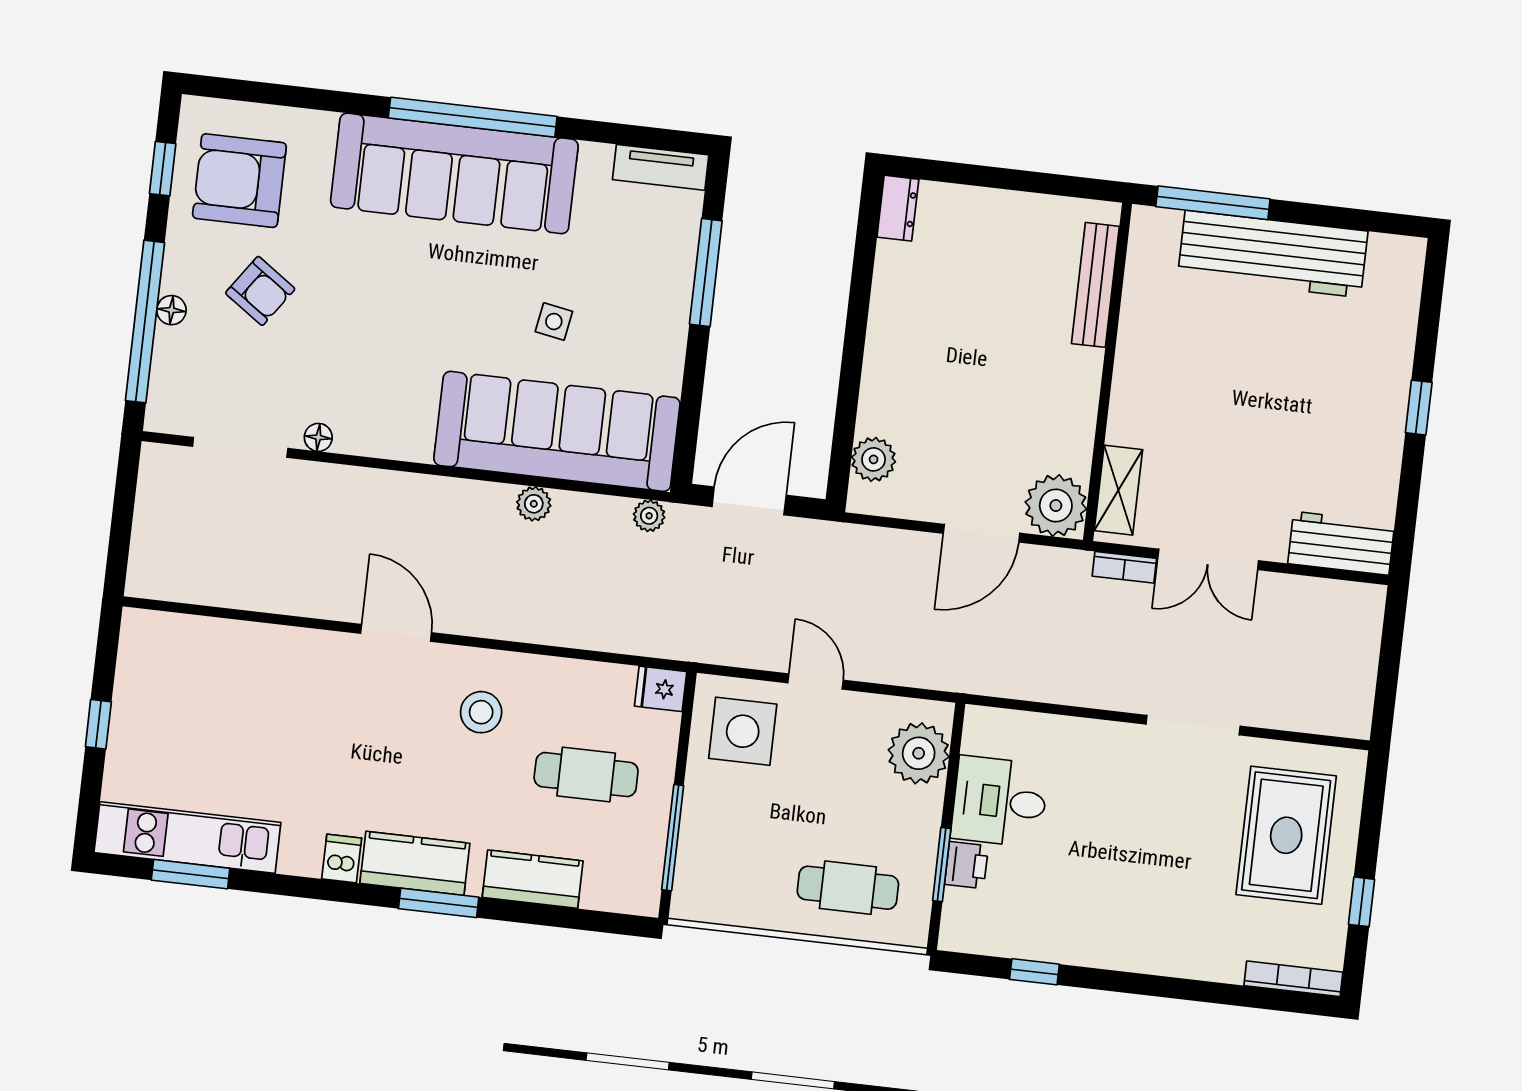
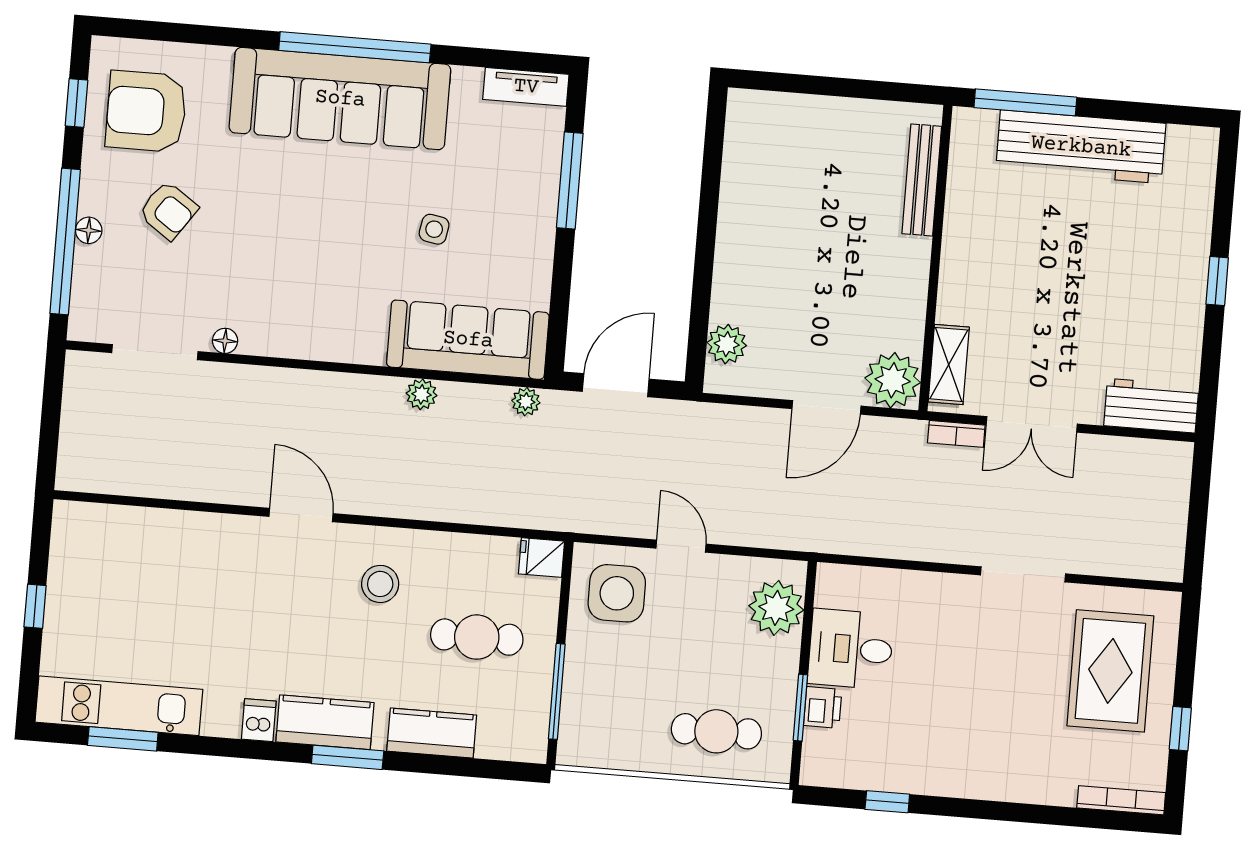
dresser: (898, 208) -> (741, 117), removed
sofa: (557, 431) -> (468, 340), width x0.74, depth x0.79

